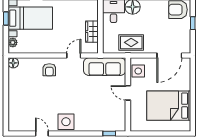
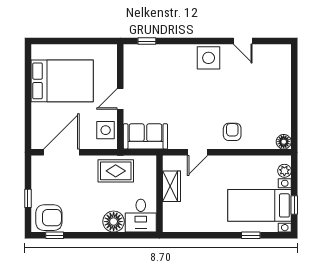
sofa: (105, 67) -> (145, 136), width x0.73
door: (128, 93) -> (120, 99), swing flipped

